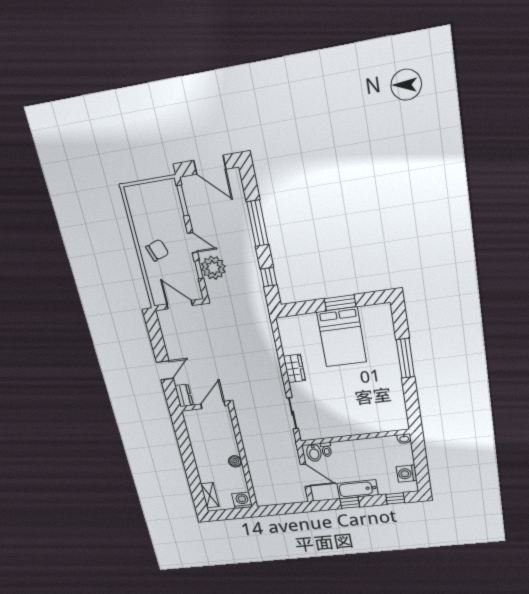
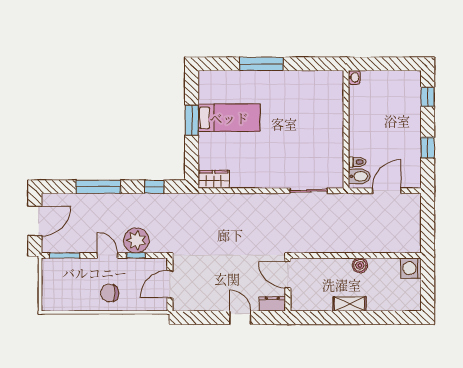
door: (192, 243) -> (107, 255), hinge flipped
chair: (157, 250) -> (110, 293), turned -71
bed: (342, 337) -> (229, 118), width x0.67
wardrobe: (294, 368) -> (214, 179), moved
washing machine: (407, 474) -> (397, 80), removed
bathtub: (358, 489) -> (411, 136), removed
shelving: (210, 495) -> (349, 304), moved

